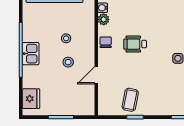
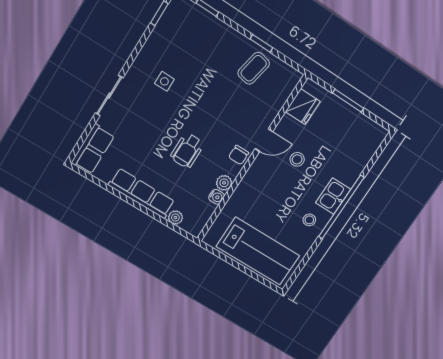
stool: (66, 38) -> (309, 220), moved
wheelchair: (135, 44) -> (187, 151), moved, turned 90
door: (96, 75) -> (264, 140), moved
fridge: (31, 99) -> (303, 107), moved, turned 180

